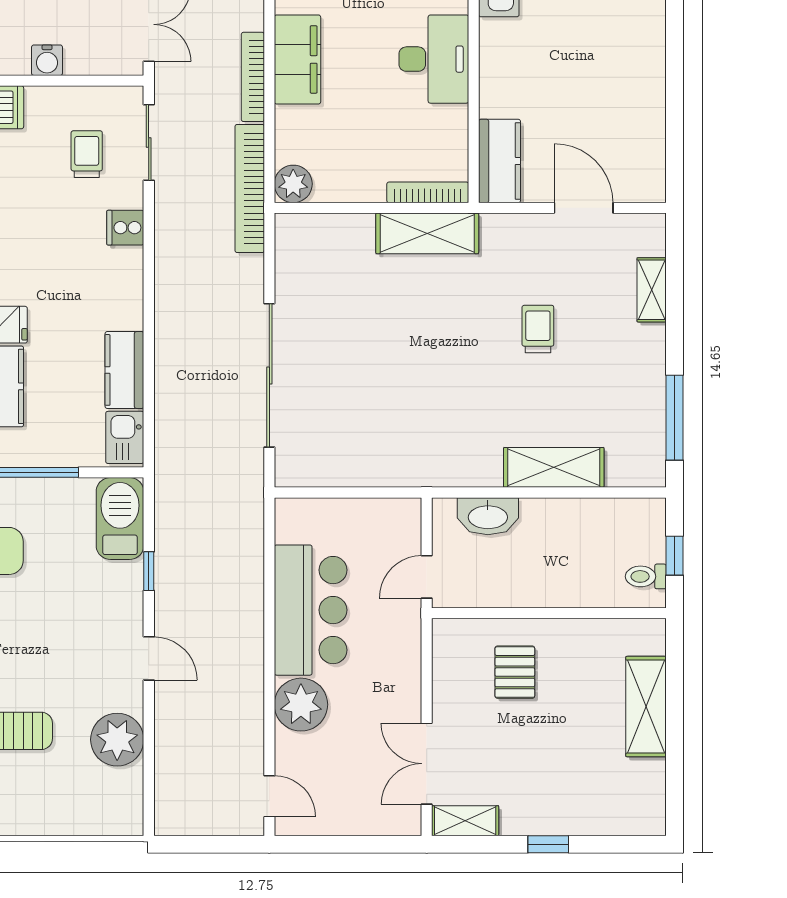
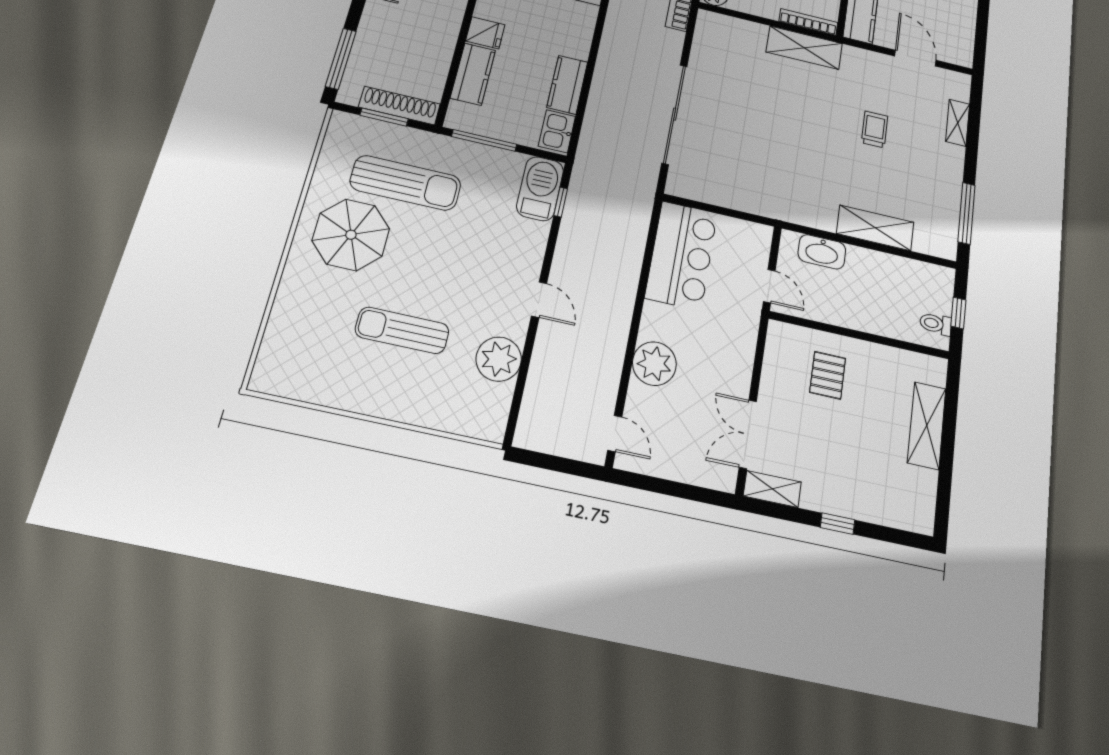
window: (149, 571) -> (561, 202), moved
door: (427, 577) -> (769, 286), swing flipped
bar counter: (311, 610) -> (681, 255), moved

